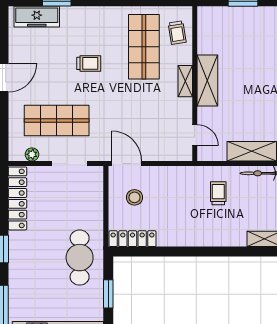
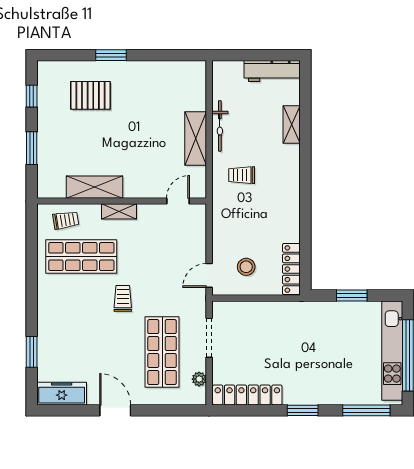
freezer: (37, 17) -> (62, 394), moved, turned -90
trolley: (89, 63) -> (123, 298), moved
shelving: (207, 81) -> (94, 187), moved
door: (127, 164) -> (209, 275), width x0.73
cafe table: (80, 258) -> (312, 327), removed

